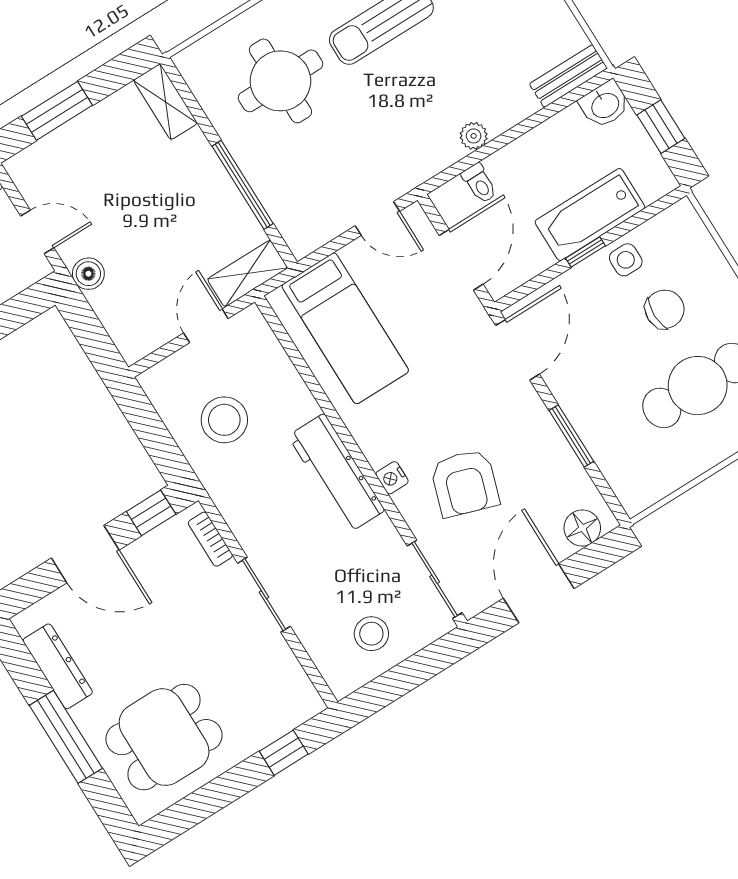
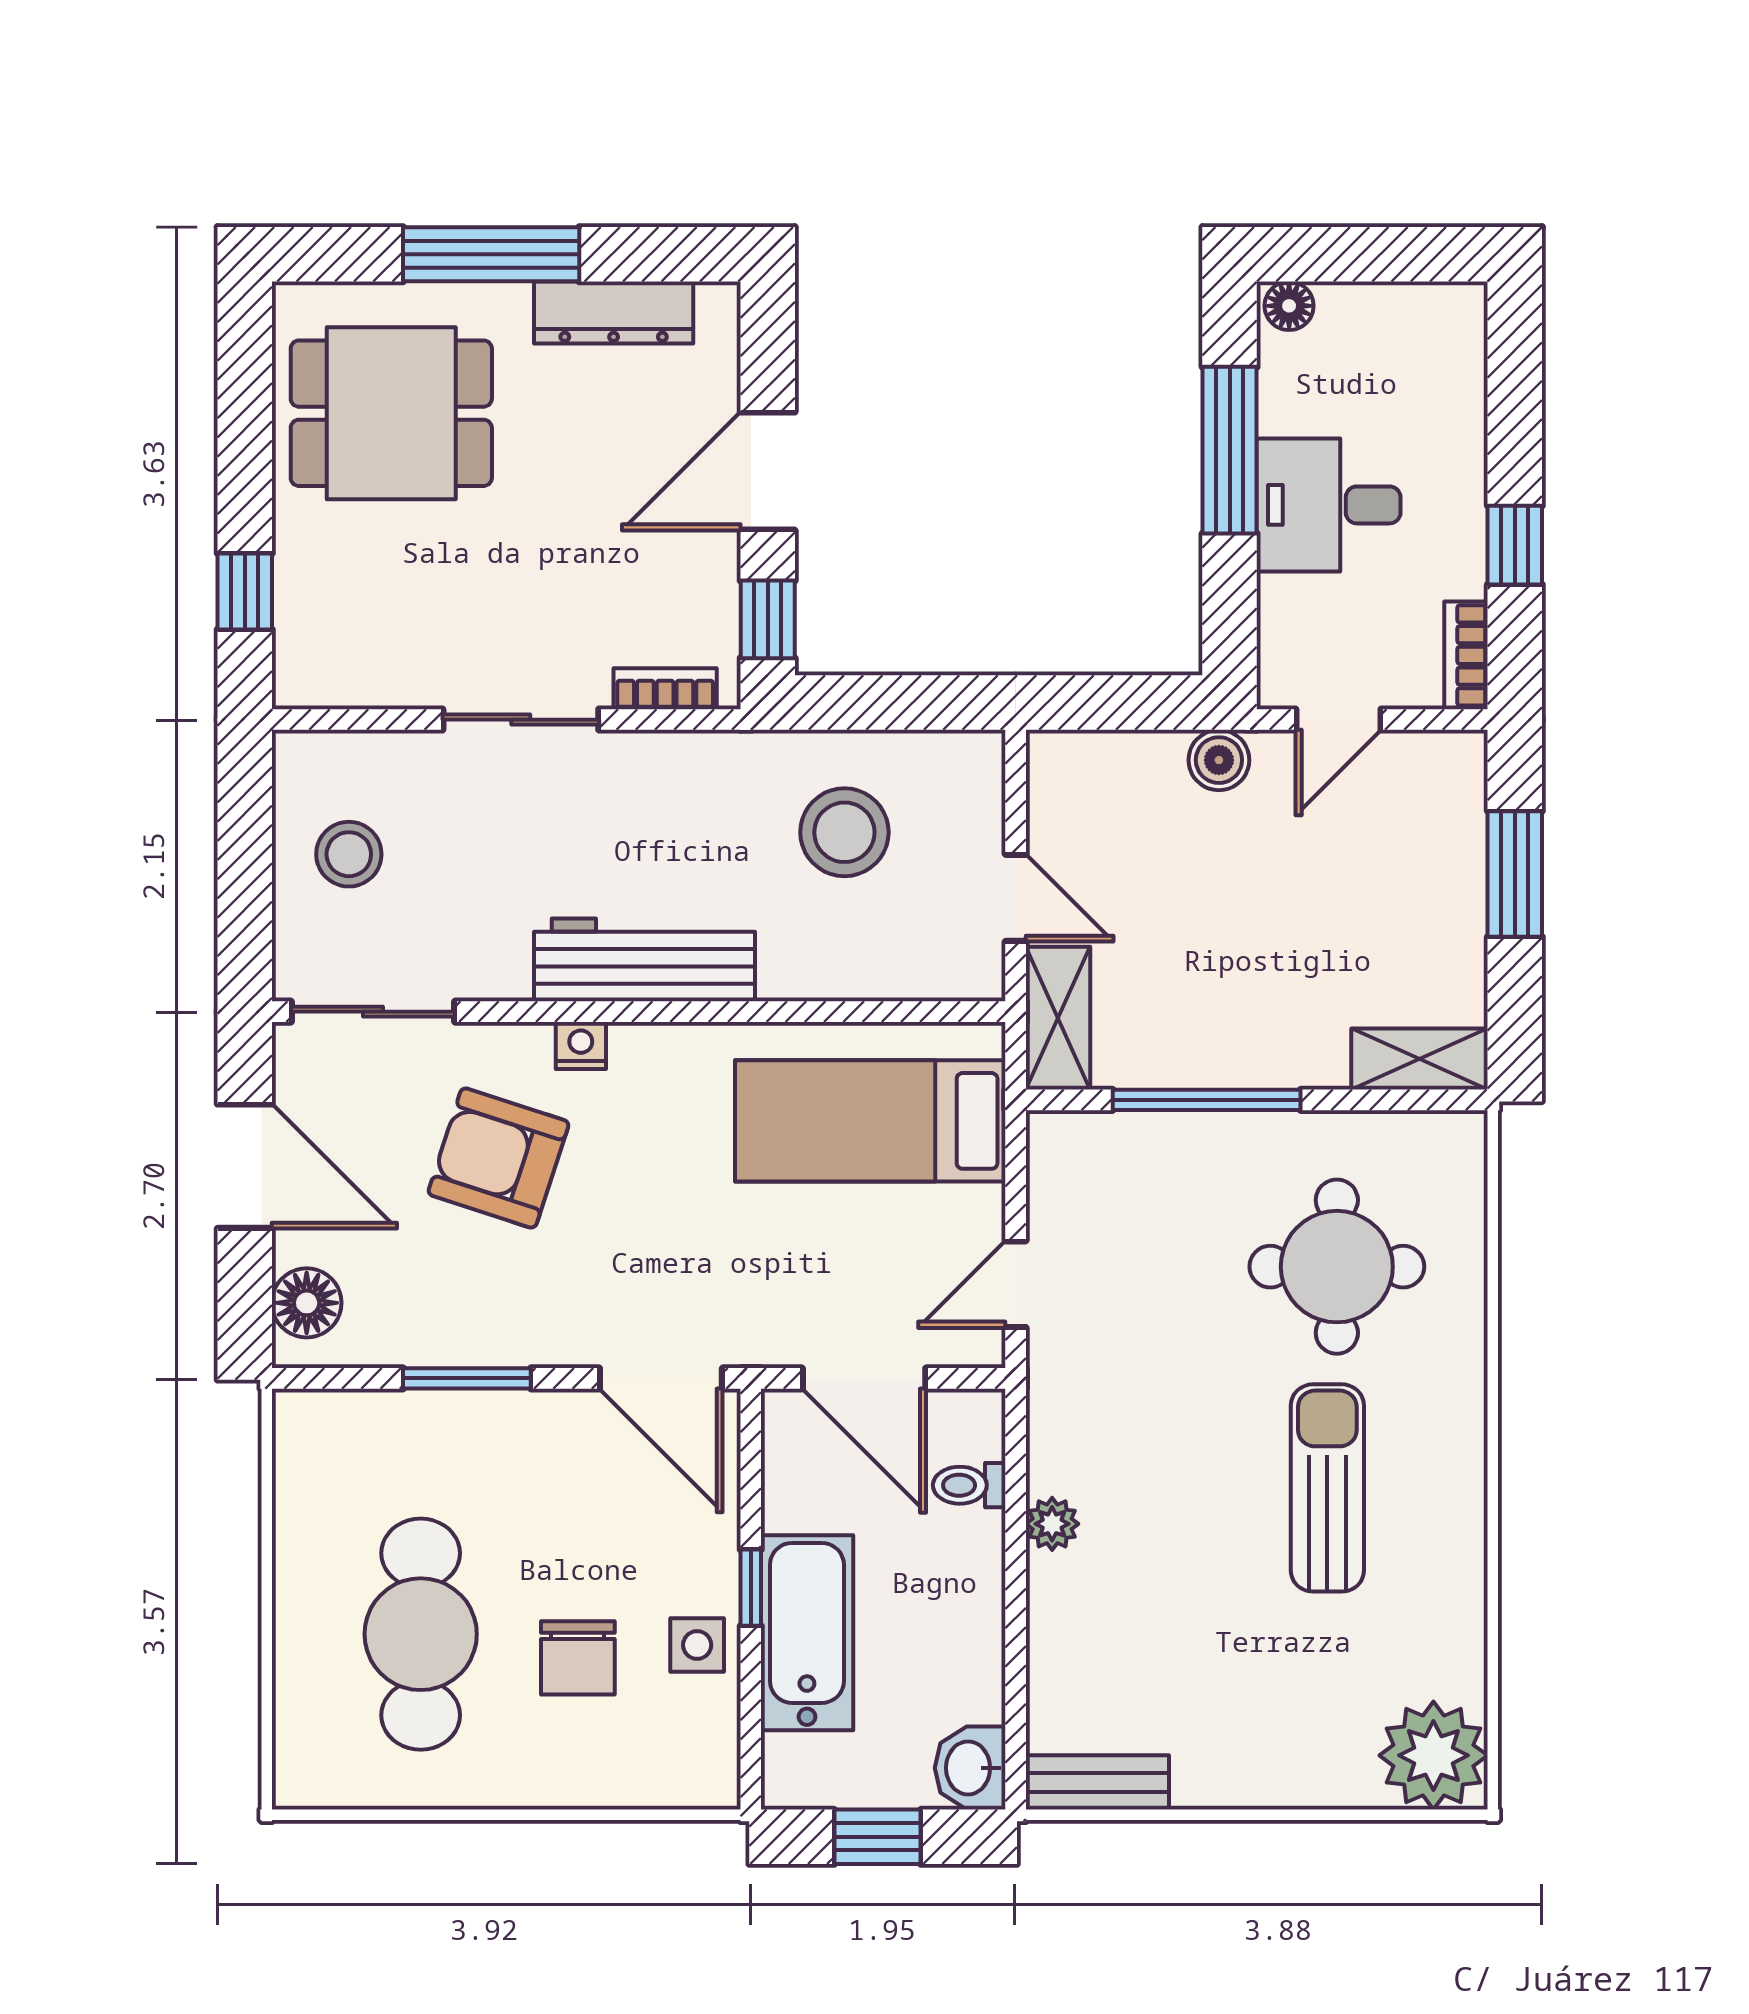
bench: (568, 76) -> (1097, 1782), moved, turned 90
dining table: (164, 737) -> (391, 413), turned 90

